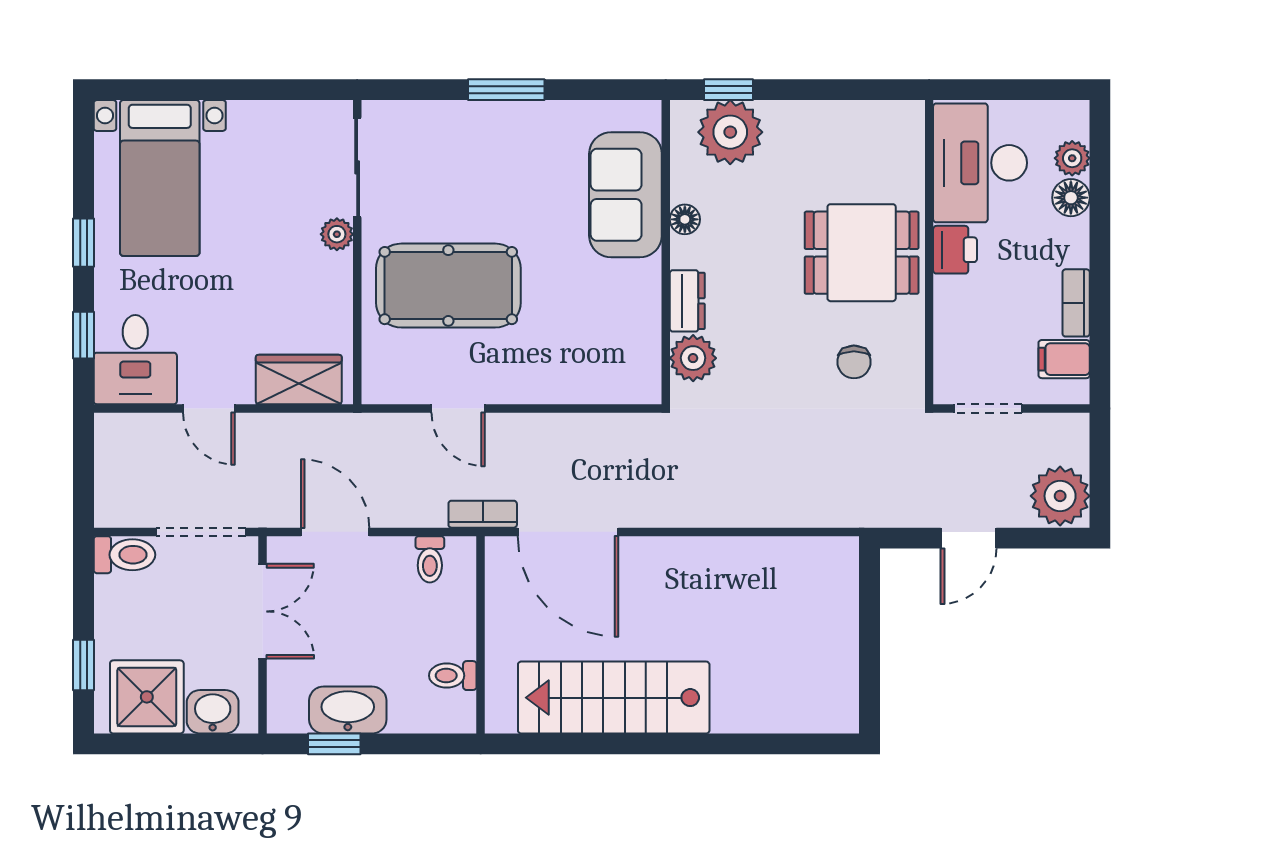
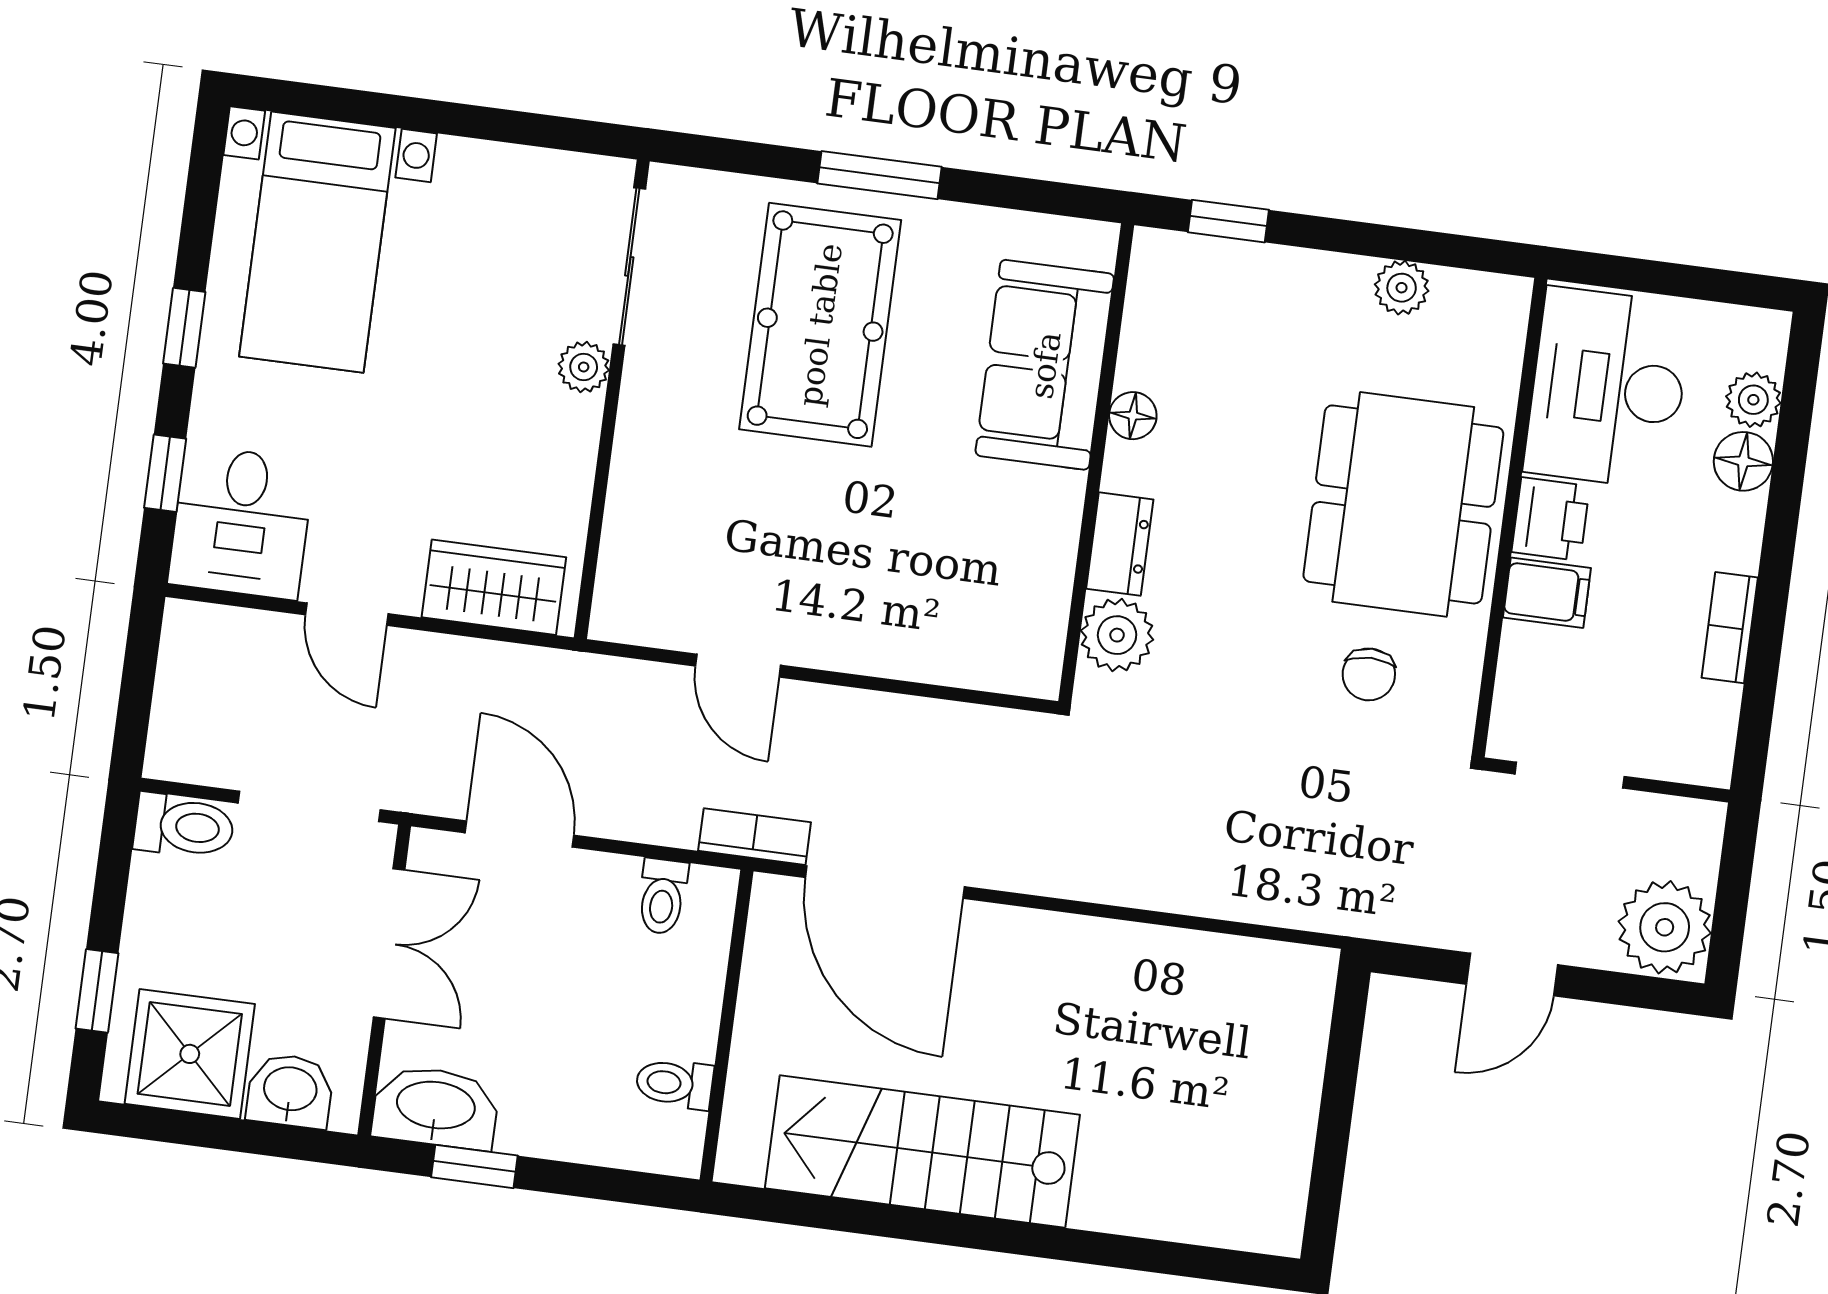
plant: (730, 132) -> (1402, 288), moved, width x0.53, depth x0.53
dining table: (862, 253) -> (1403, 504), width x1.38
pool table: (448, 286) -> (820, 325), moved, turned 90
filing cabinet: (1064, 359) -> (1547, 593), moved, turned 180
washbasin: (348, 710) -> (436, 1107), moved

